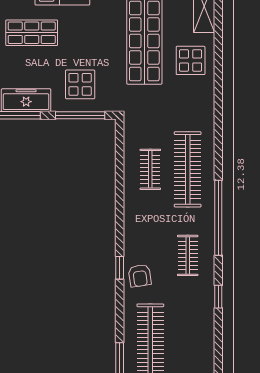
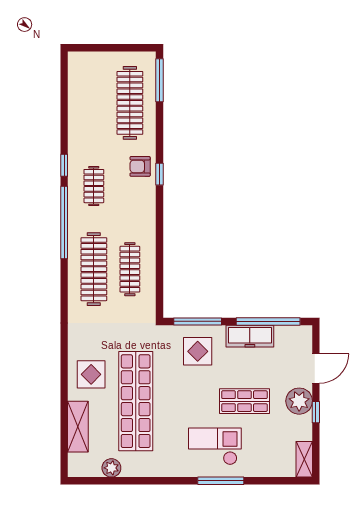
clothes rail: (150, 169) -> (130, 269), width x1.36
armchair: (140, 276) -> (140, 166), turned -82
window: (218, 297) -> (64, 165), moved

